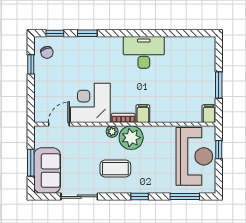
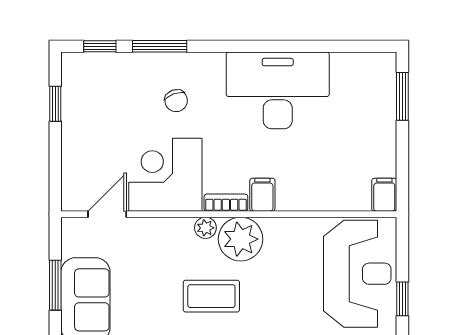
window: (87, 33) -> (160, 46), width x1.50
chair: (47, 52) -> (176, 101), moved
desk: (144, 52) -> (278, 90), width x1.36, depth x1.30
window: (219, 85) -> (402, 96), moved
window: (219, 150) -> (402, 299), moved

